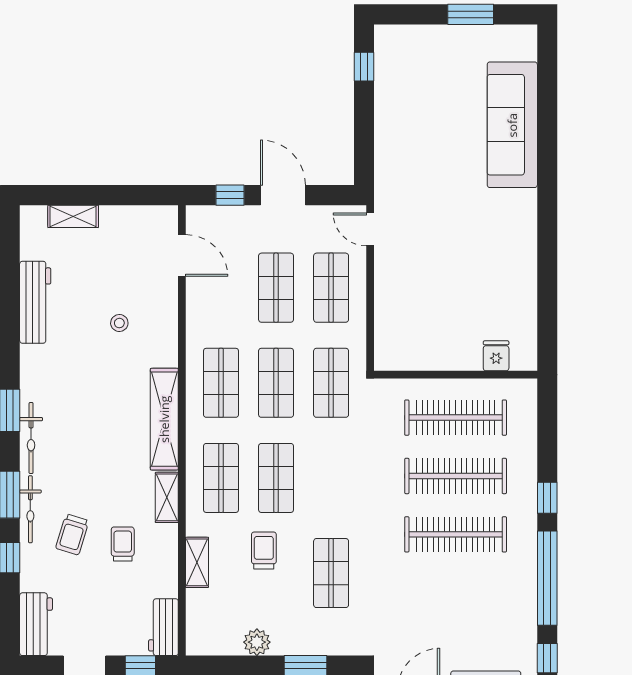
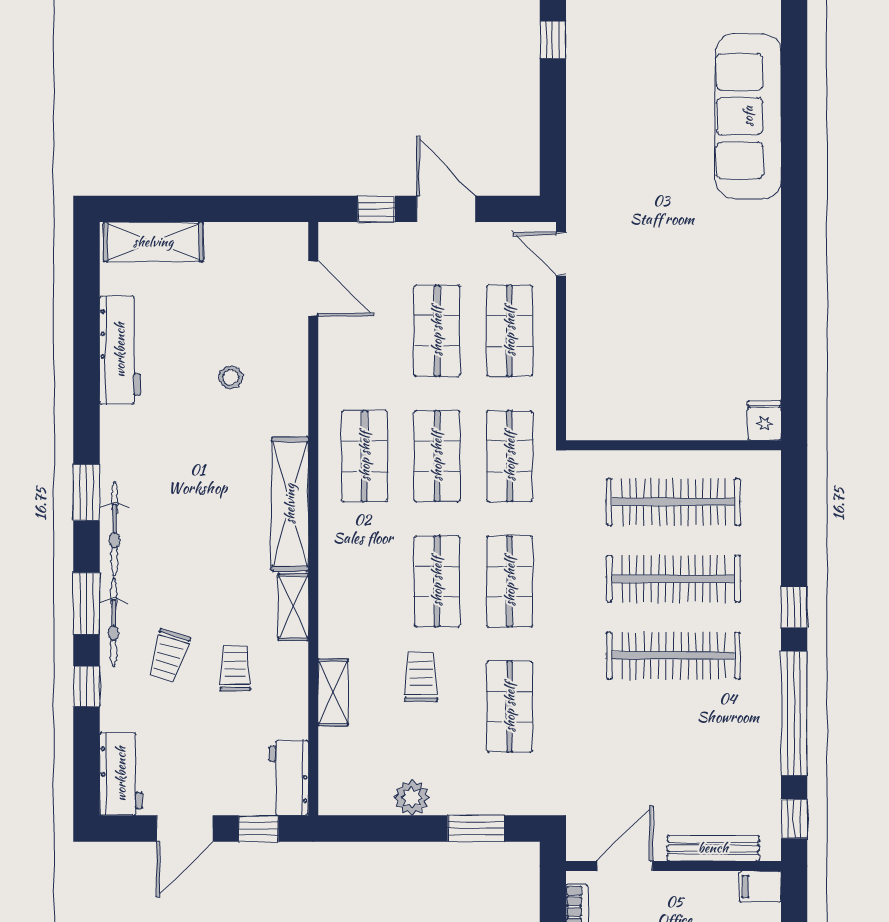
shelving: (73, 216) -> (153, 242), width x1.50, depth x1.33
fridge: (496, 356) -> (764, 421), moved
shop shelf: (221, 478) -> (510, 581), moved

